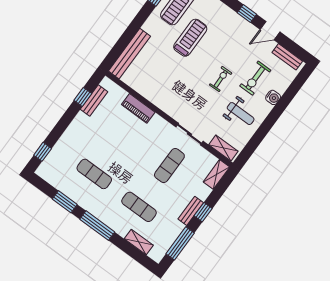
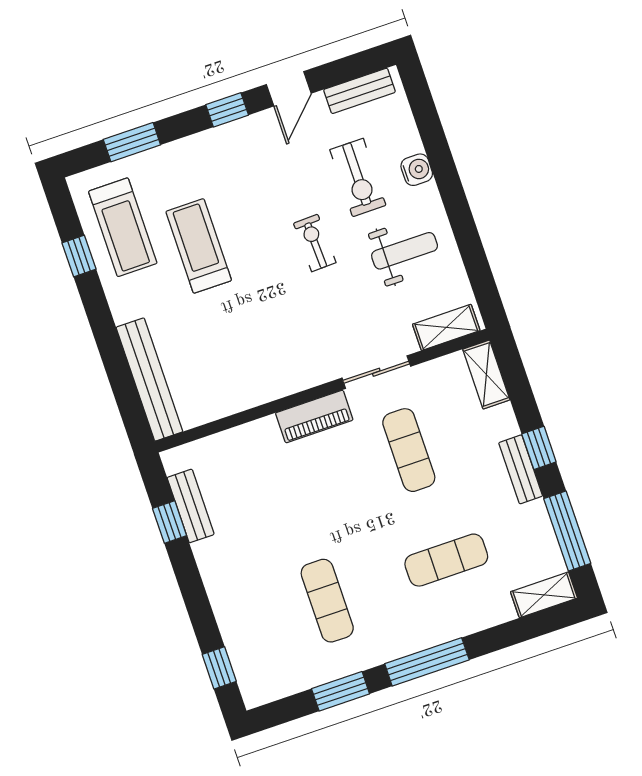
piano: (138, 108) -> (314, 416), moved
exercise mat: (94, 174) -> (327, 601), turned 90
shelving: (139, 242) -> (544, 595), moved

